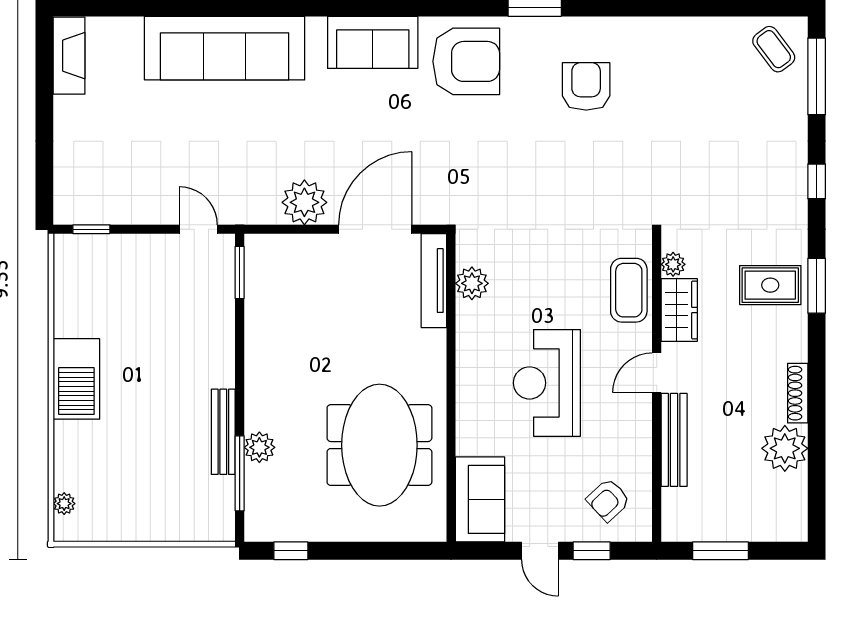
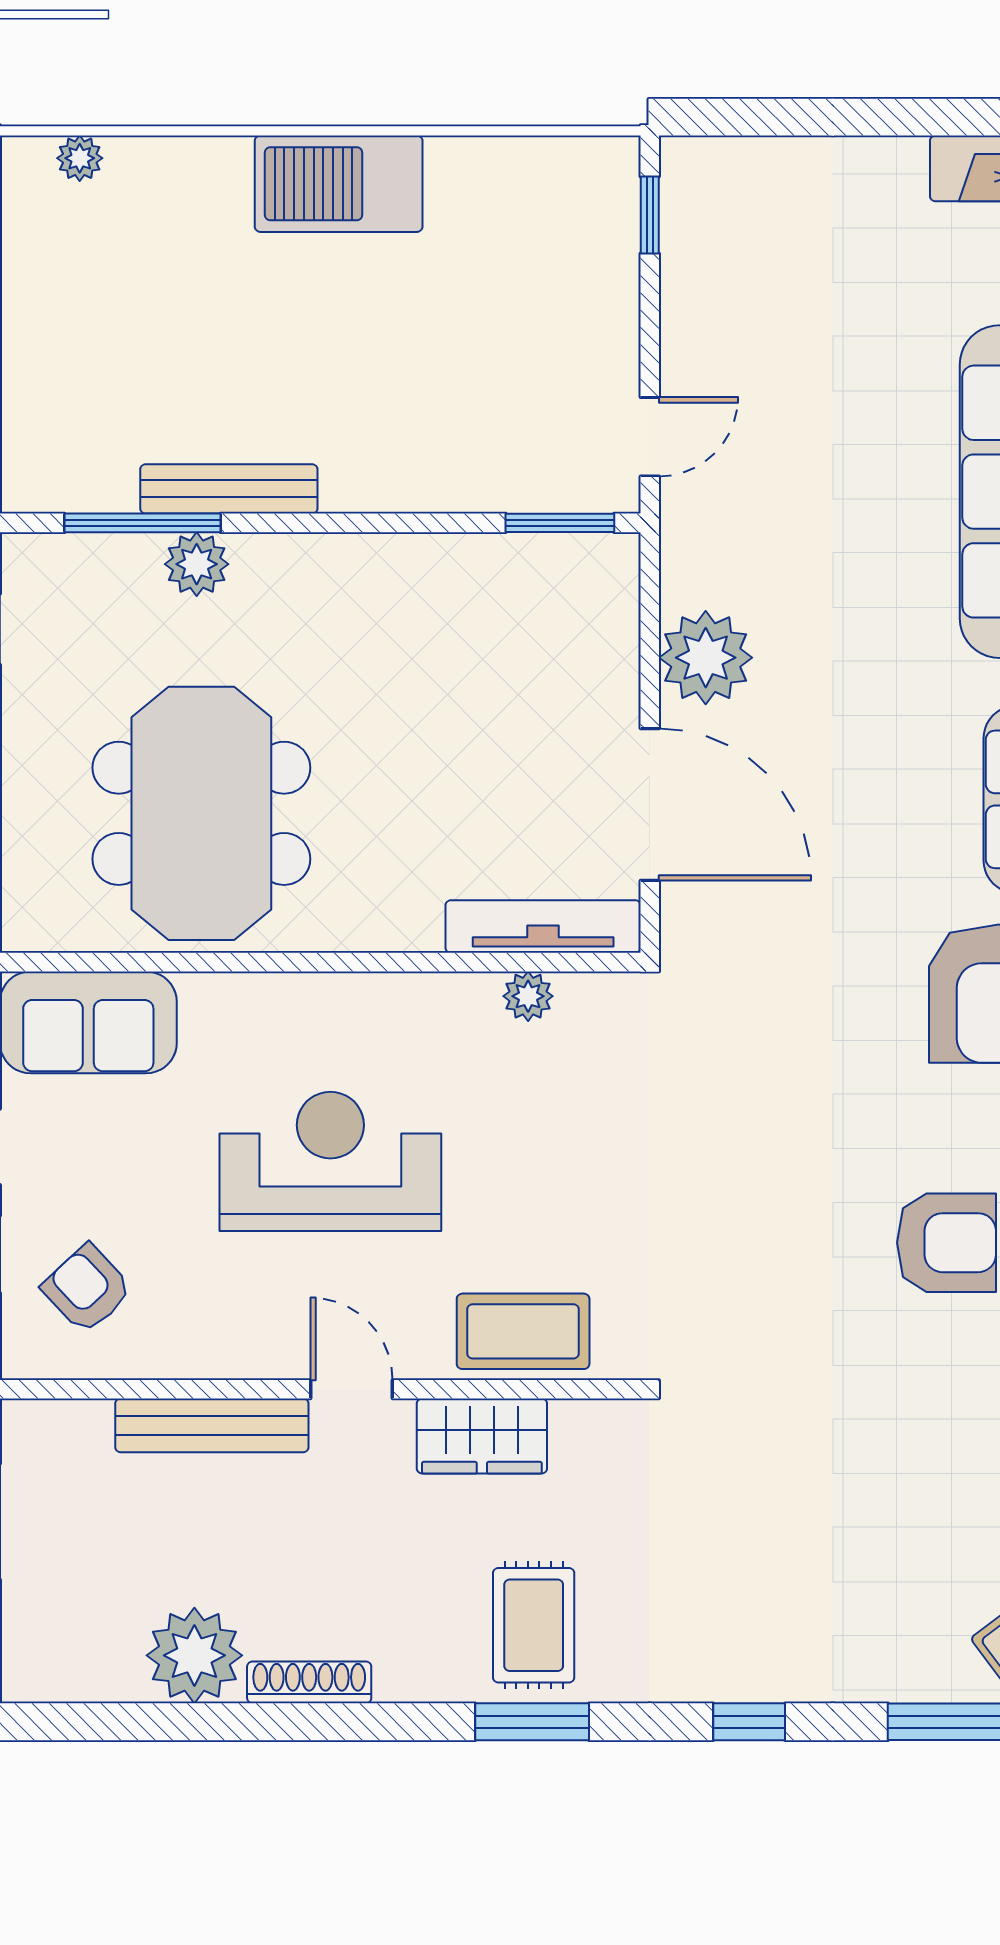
plant: (673, 264) -> (577, 1423), removed
plant: (472, 283) -> (528, 996), width x0.73, depth x0.73
meeting table: (379, 445) -> (201, 813), turned 90

